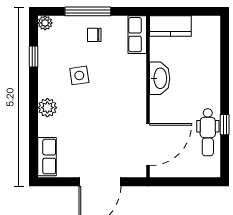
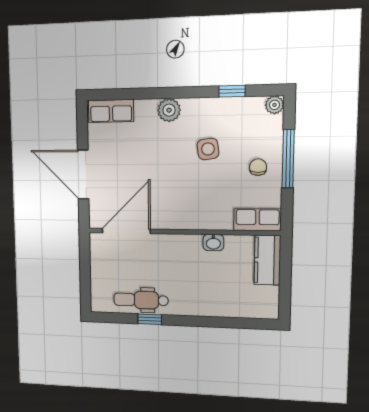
washbasin: (160, 78) -> (213, 243), width x0.52, depth x0.69
door: (148, 145) -> (126, 231), swing flipped

